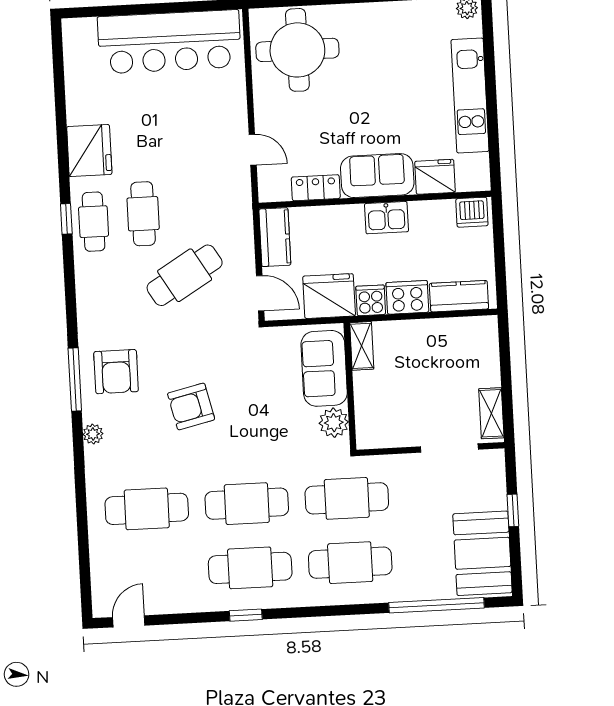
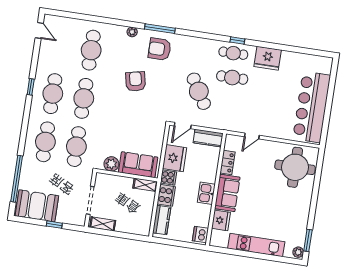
shelving: (362, 346) -> (145, 185), moved
sofa: (324, 368) -> (138, 165), moved
wall: (350, 386) -> (127, 175), moved
plant: (334, 423) -> (111, 164), moved

